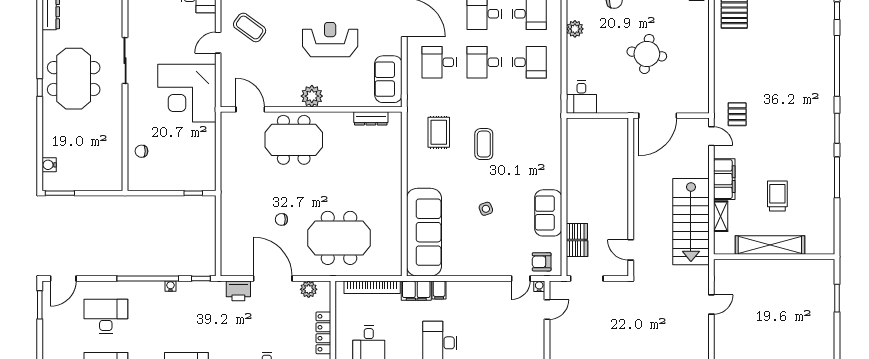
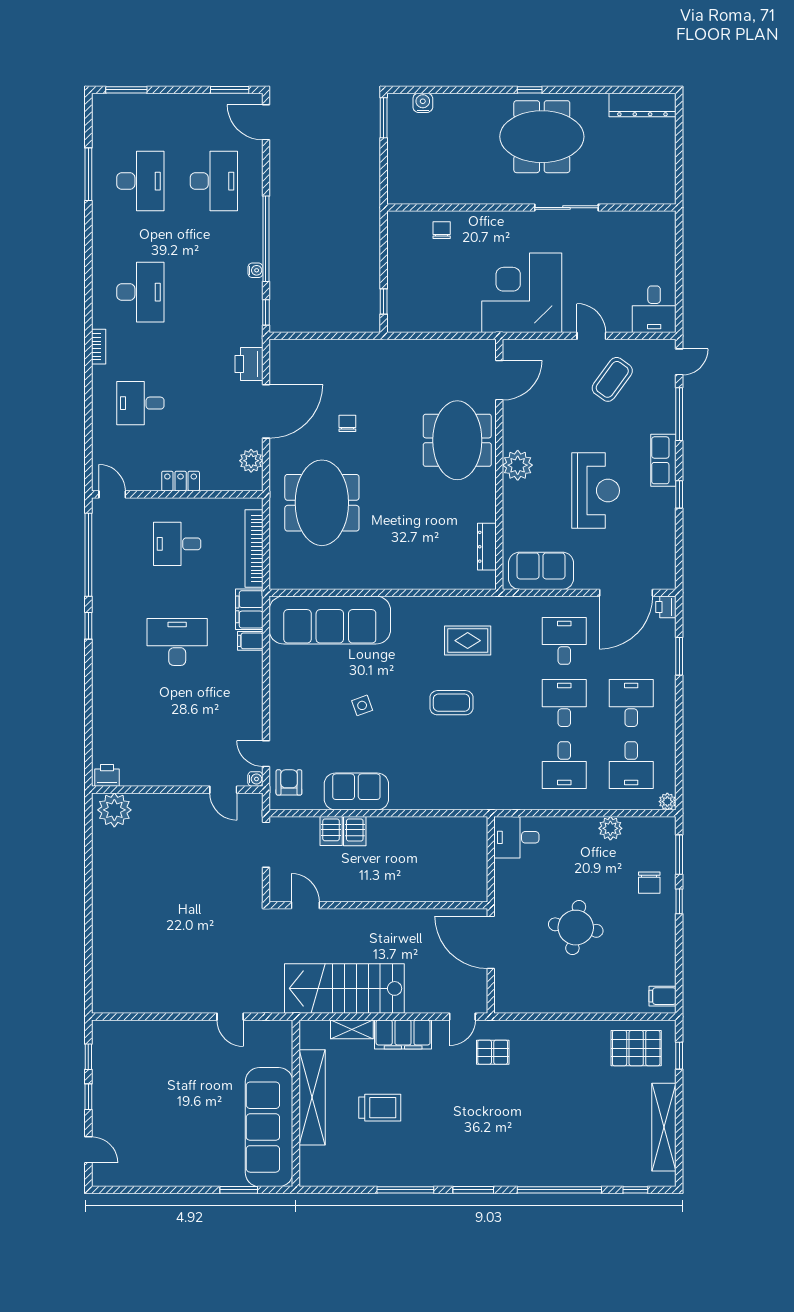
server rack: (577, 249) -> (355, 831), moved
door: (631, 250) -> (305, 905), hinge flipped
sofa: (791, 276) -> (269, 1127), added
locker: (323, 333) -> (181, 481), width x0.66

